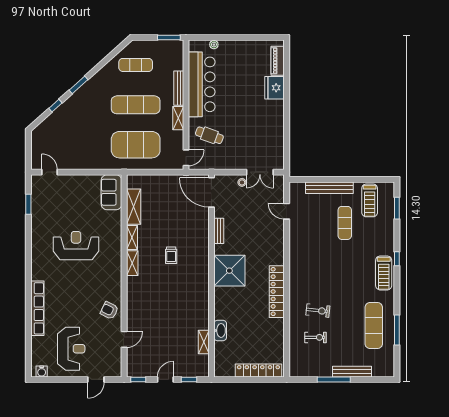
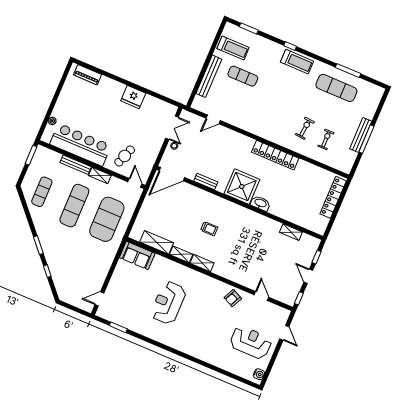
fridge: (275, 88) -> (133, 97), moved
row of seats: (37, 308) -> (206, 356), removed
washbasin: (220, 330) -> (260, 203), moved
bench: (352, 372) -> (361, 135), moved

